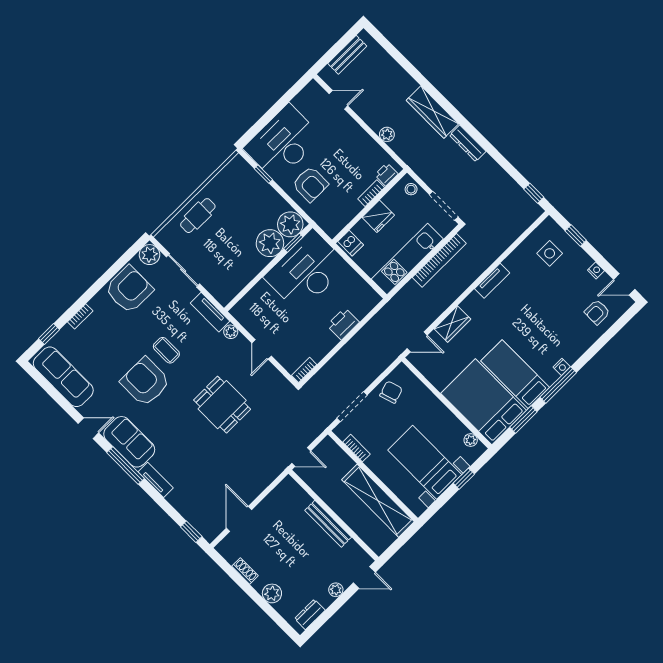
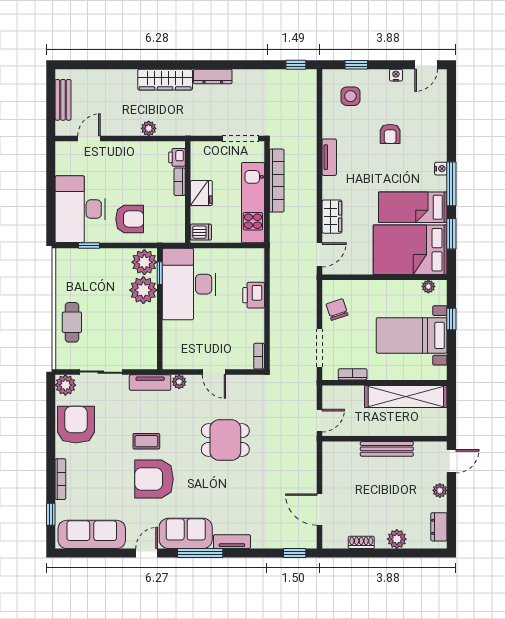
stool: (411, 189) -> (205, 150), removed
armchair: (597, 312) -> (390, 134), moved
bookcase: (80, 316) -> (60, 479), width x1.56

